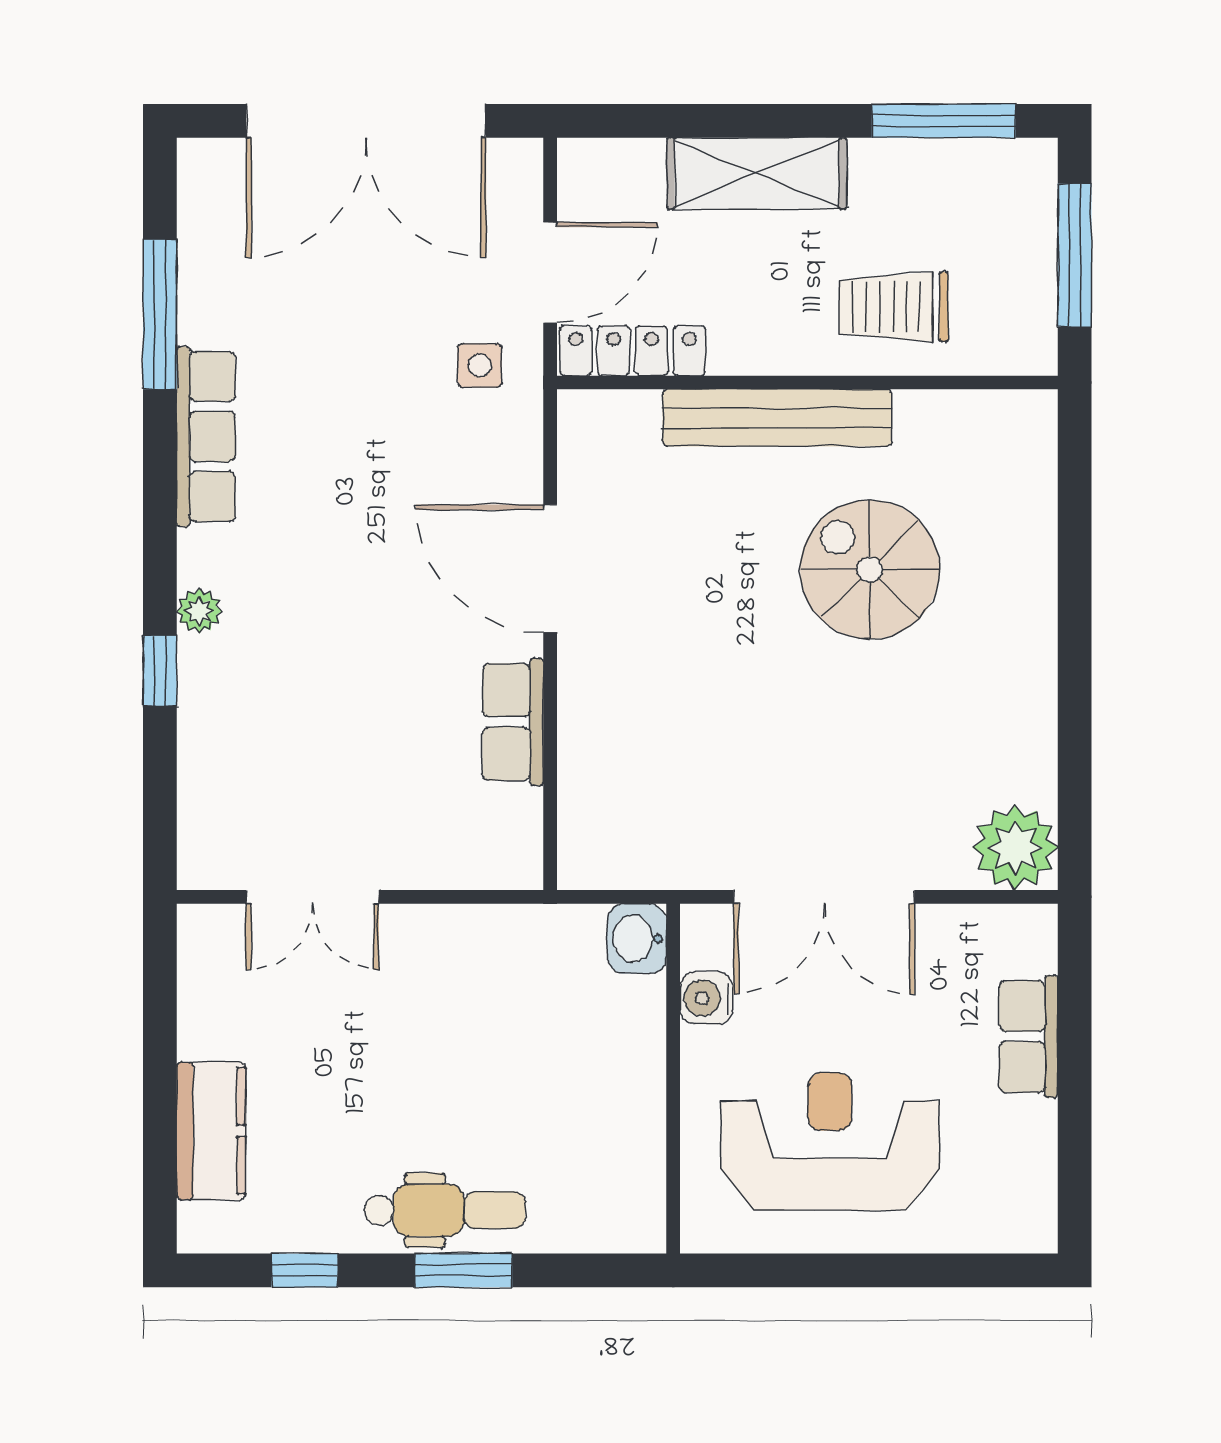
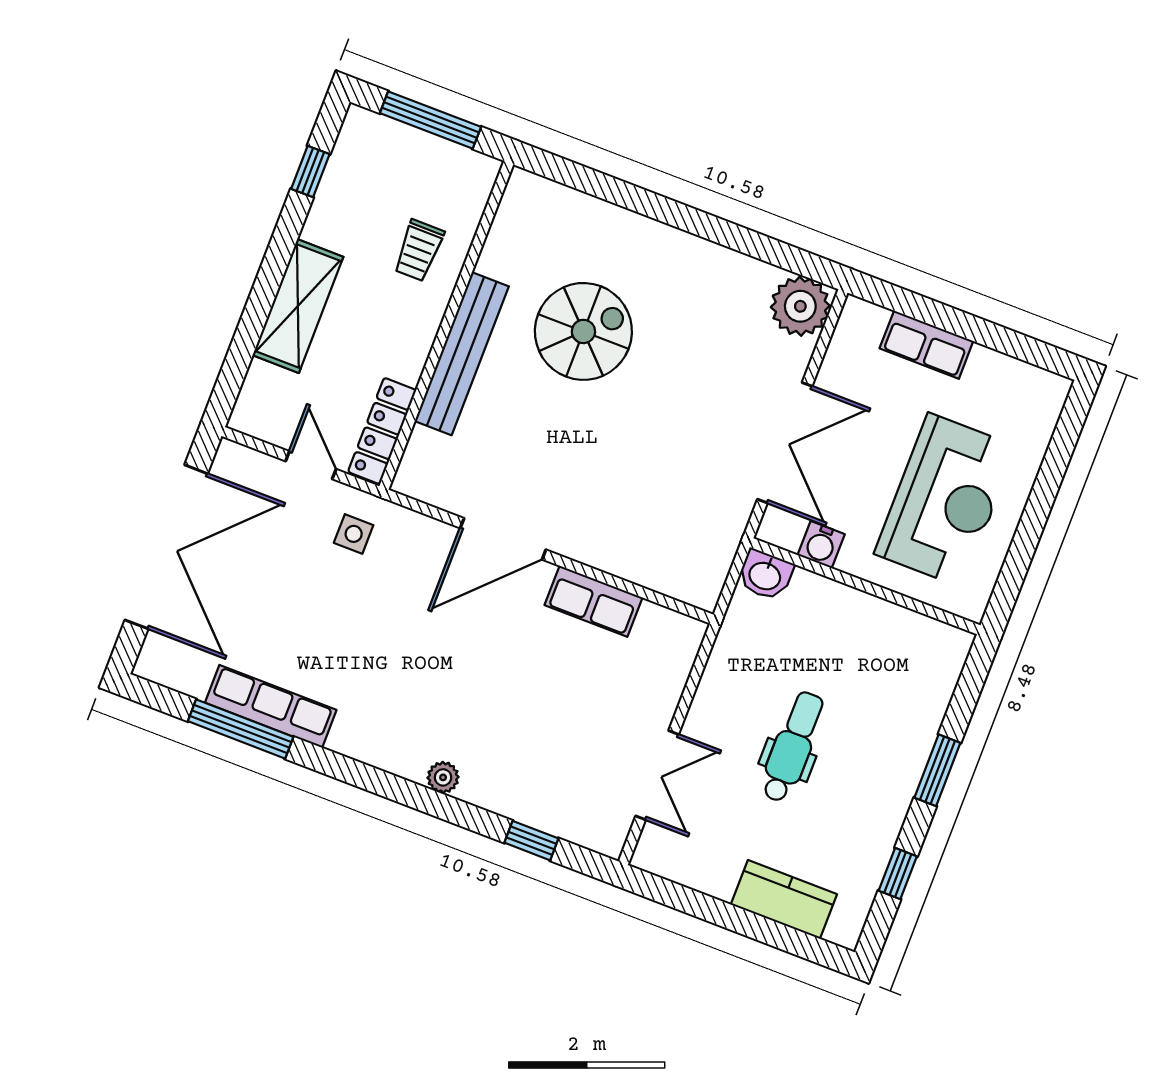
window: (944, 121) -> (310, 172), width x0.46
door: (550, 273) -> (311, 465), width x0.73
trolley: (894, 307) -> (419, 250), width x0.73, depth x0.72
row of seats: (206, 437) -> (271, 706), moved
spiral stairs: (870, 569) -> (583, 331), turned 180
window: (160, 671) -> (531, 841), moved
reception desk: (830, 1142) -> (945, 500), turned 180
dental chair: (445, 1210) -> (792, 747), moved

